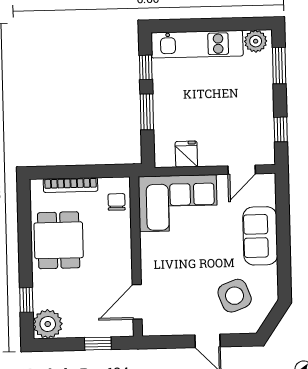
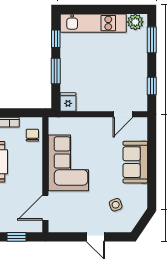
fridge: (186, 154) -> (68, 102), moved
corner sofa: (178, 203) -> (68, 163), moved, turned -90
side table: (235, 296) -> (116, 205), width x0.54, depth x0.54

